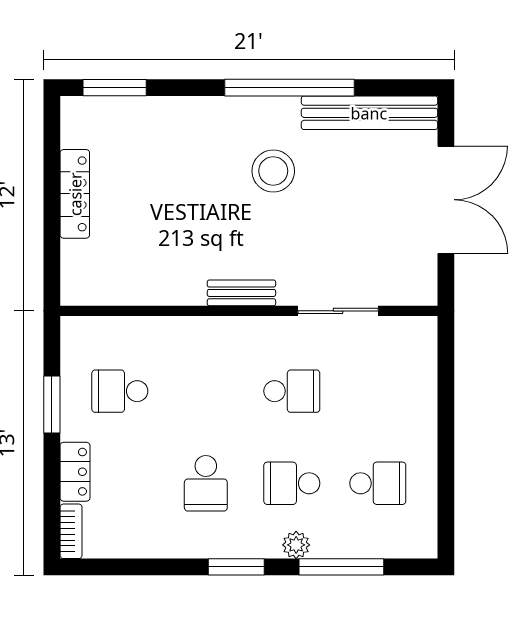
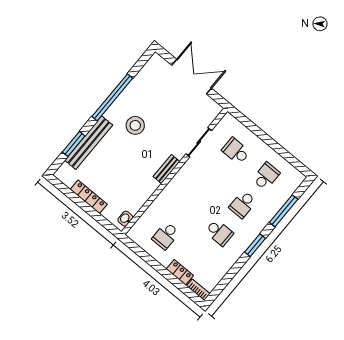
window: (115, 88) -> (74, 144), moved
bench: (369, 113) -> (89, 143), moved
washbasin: (90, 293) -> (125, 219), added
school desk: (292, 391) -> (236, 151), moved, turned -90
window: (52, 404) -> (152, 262), removed
plant: (296, 545) -> (264, 220), removed

